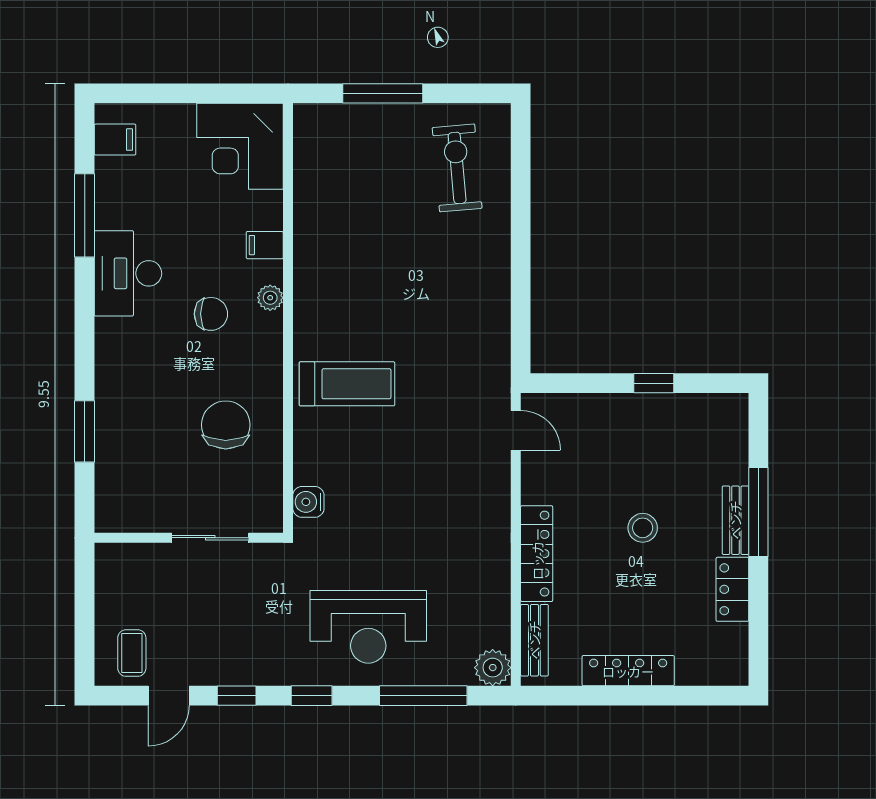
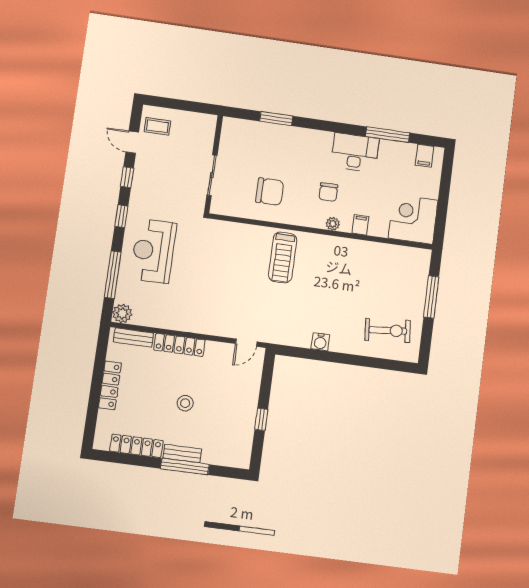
water cooler: (308, 502) -> (320, 342), moved, turned 180
locker: (732, 589) -> (136, 446), width x1.53

